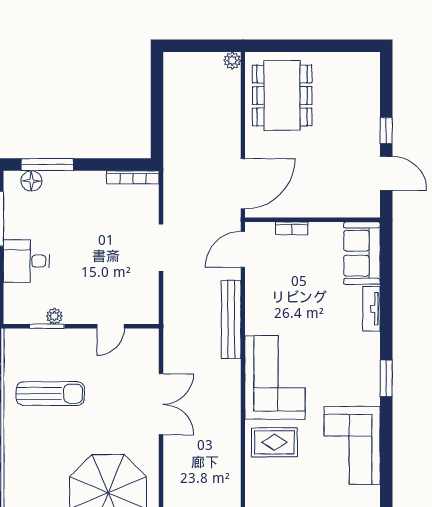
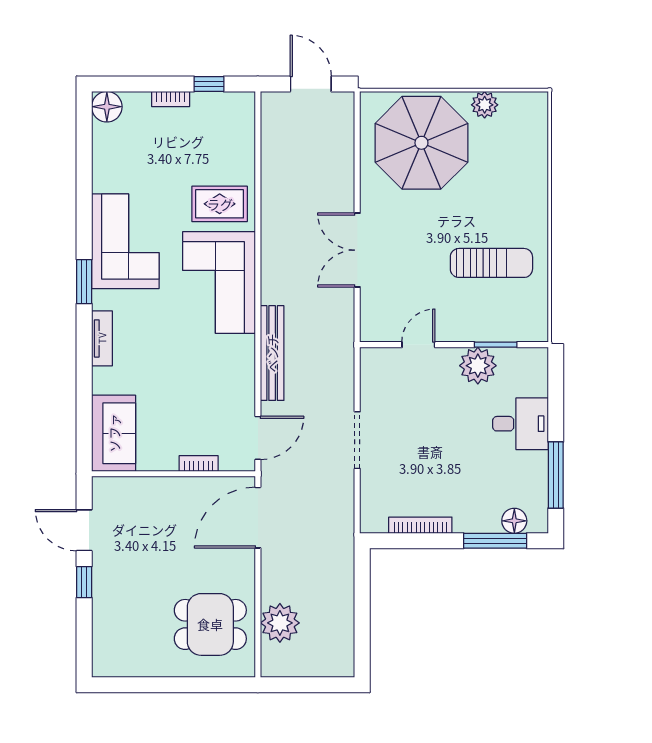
plant: (232, 61) -> (280, 623), moved, width x1.87, depth x1.87
dining table: (282, 96) -> (210, 624), width x0.73
bookcase: (133, 177) -> (420, 525), moved
tv unit: (371, 309) -> (102, 338), moved
plant: (54, 316) -> (478, 366), width x1.88, depth x1.88
sun lounger: (50, 394) -> (491, 263), turned 180
corner sofa: (352, 445) -> (125, 241), moved

